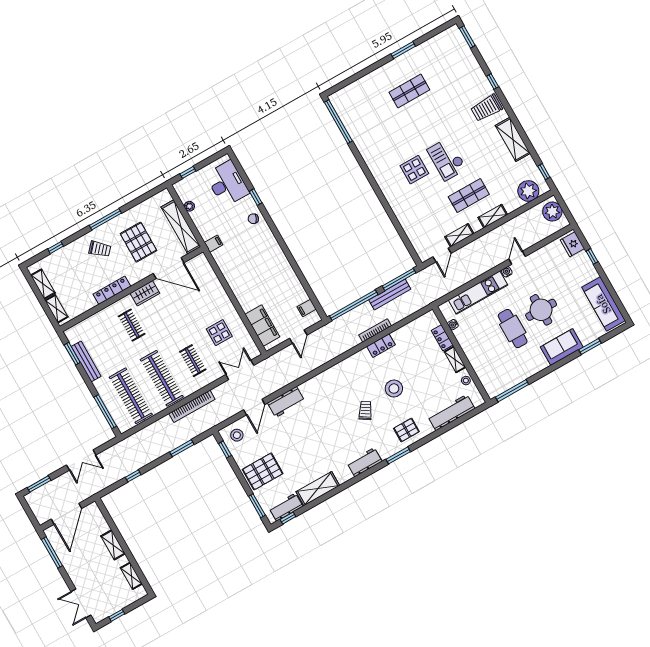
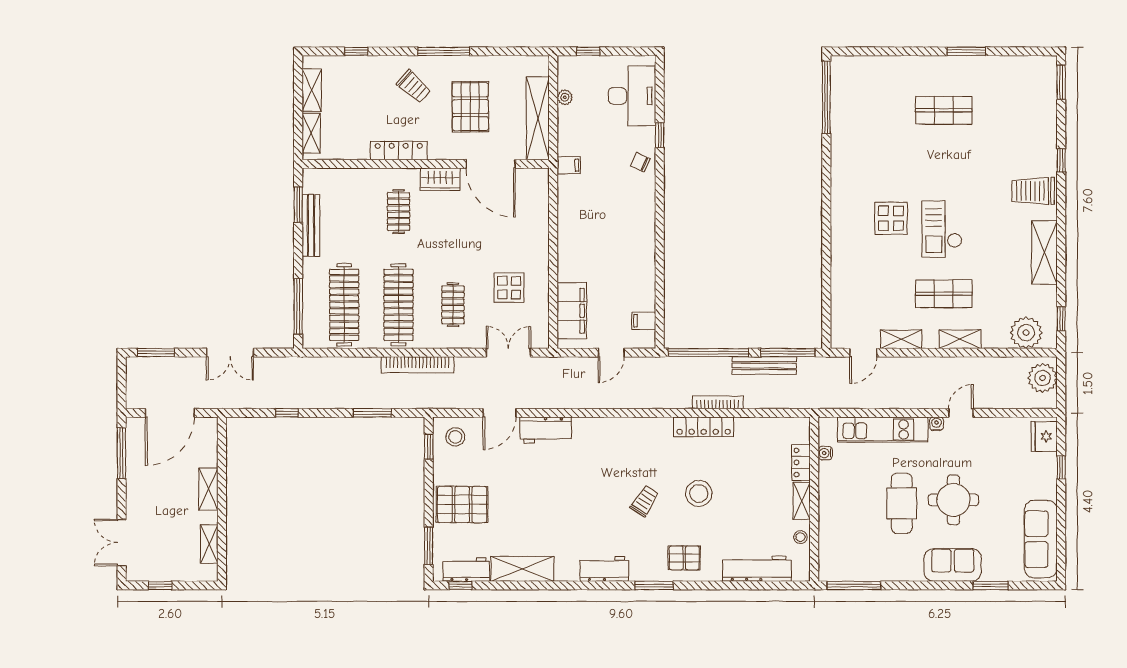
locker: (381, 346) -> (704, 427), width x1.53

